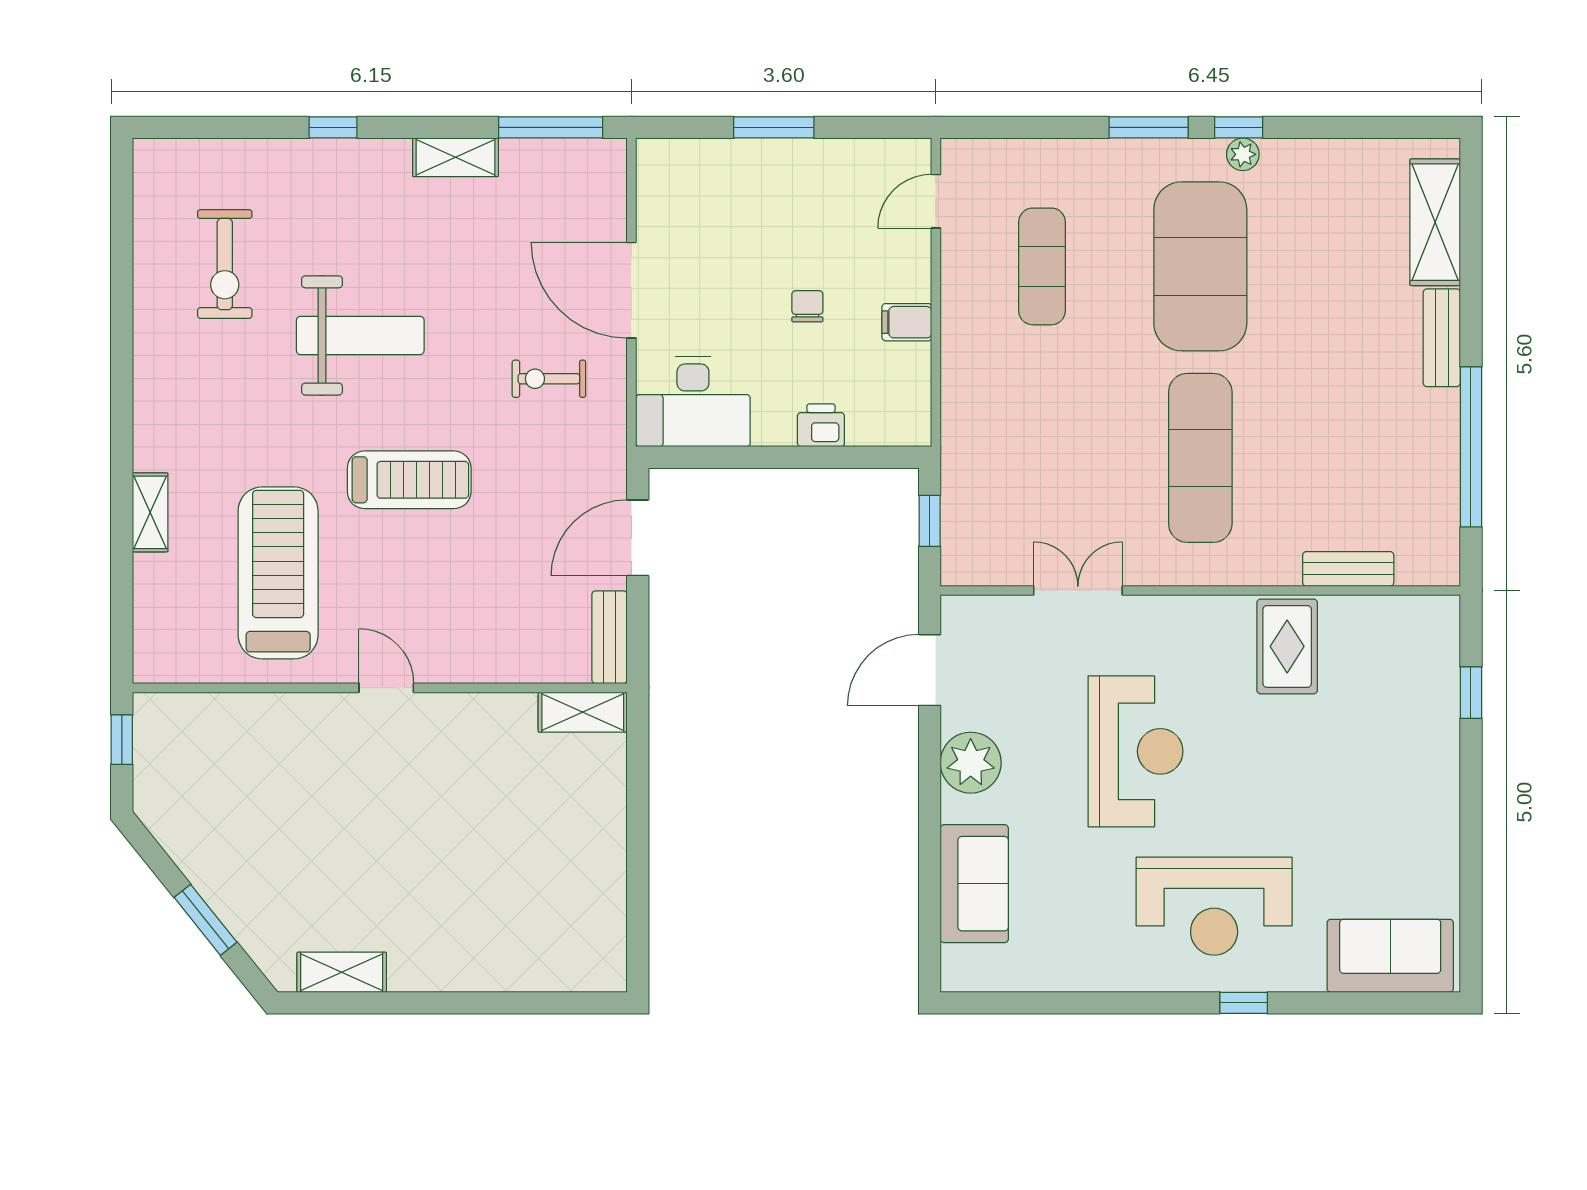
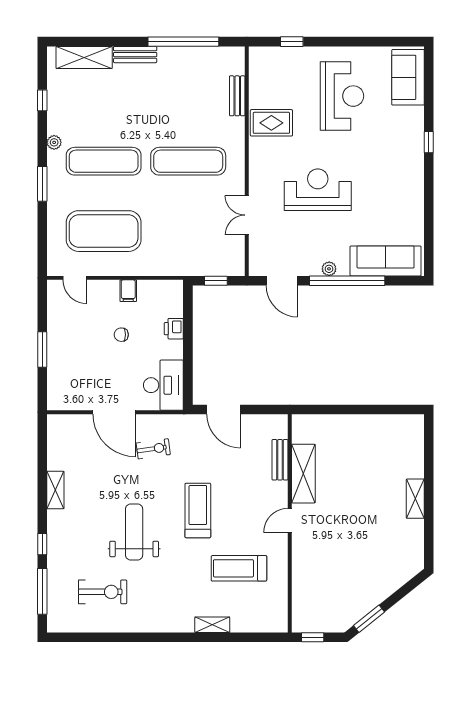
window: (551, 127) -> (42, 591), moved
window: (1239, 127) -> (42, 100), moved
exercise mat: (1042, 266) -> (104, 231), width x2.00, depth x1.45
exercise mat: (1200, 266) -> (104, 161), width x0.68
door: (631, 290) -> (114, 412), hinge flipped
exercise bike: (549, 379) -> (153, 449), turned -98
treadmill: (278, 573) -> (239, 568), width x0.73, depth x0.73
bench: (610, 637) -> (280, 460), moved, turned 90
shelving: (583, 712) -> (303, 474), moved, width x1.50, depth x1.33
plant: (971, 763) -> (329, 269), width x0.53, depth x0.53
window: (930, 818) -> (347, 281), added
sofa: (974, 884) -> (386, 261), width x1.36
reception desk: (1214, 906) -> (342, 96), moved
window: (206, 920) -> (369, 619), moved
shelving: (342, 972) -> (415, 499), moved

